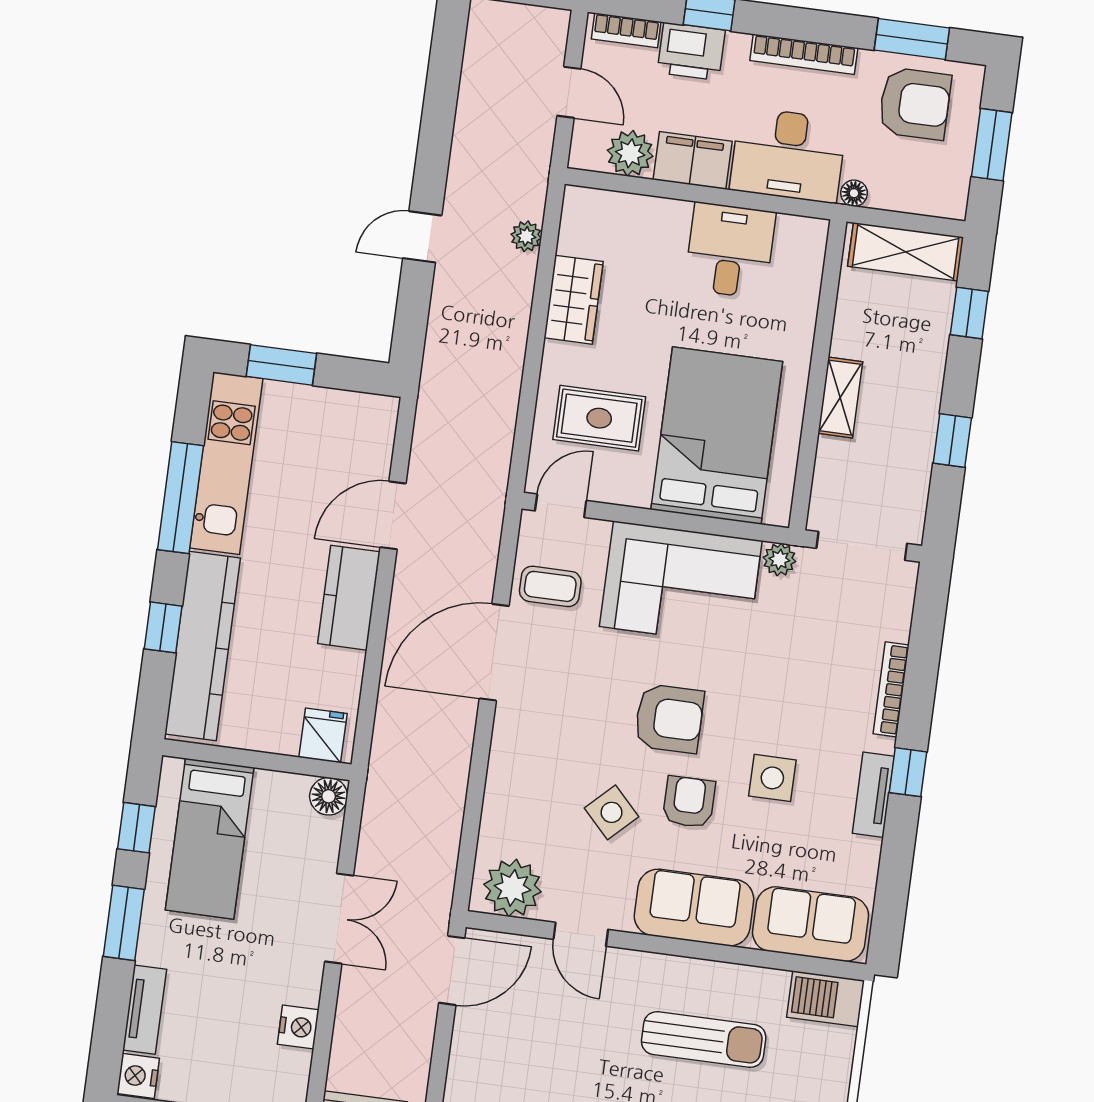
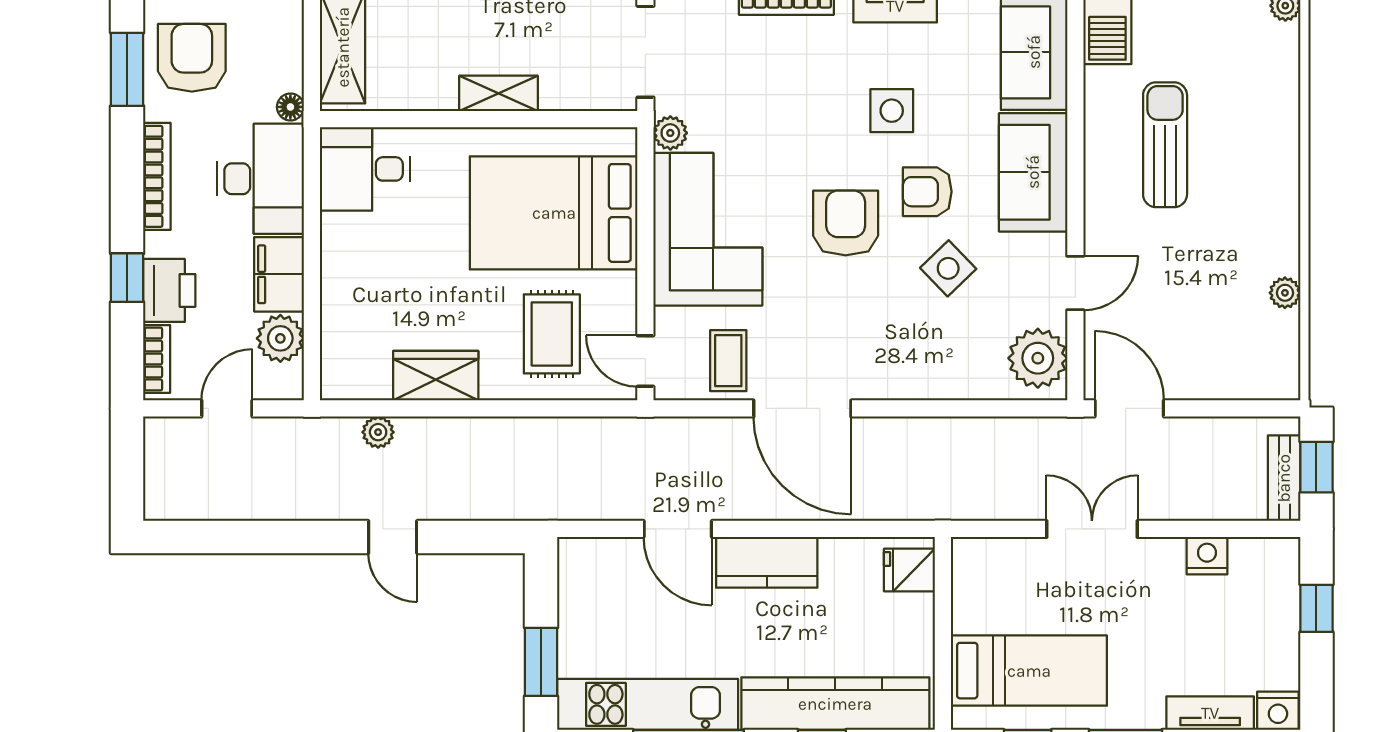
desk: (730, 251) -> (365, 169), moved
floor lamp: (329, 796) -> (970, 556), removed

